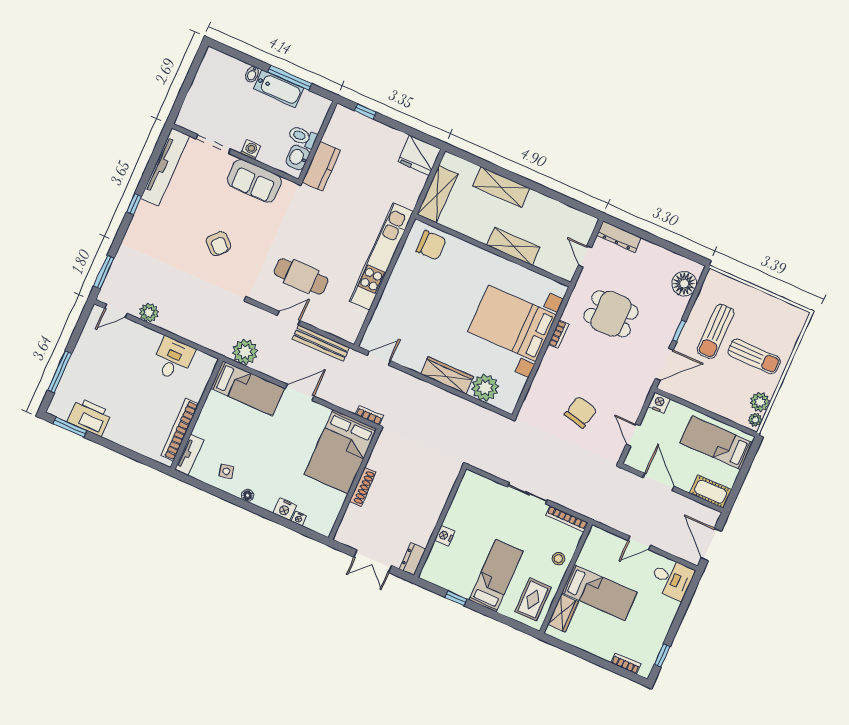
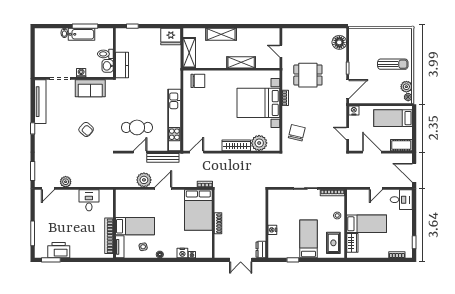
dresser: (619, 237) -> (294, 33), removed
kitchen unit: (381, 257) -> (174, 120), moved
sun lounger: (716, 331) -> (367, 60), removed
plant: (245, 352) -> (144, 180), moved
bed: (248, 388) -> (135, 226), moved
chair: (581, 412) -> (297, 133), moved

